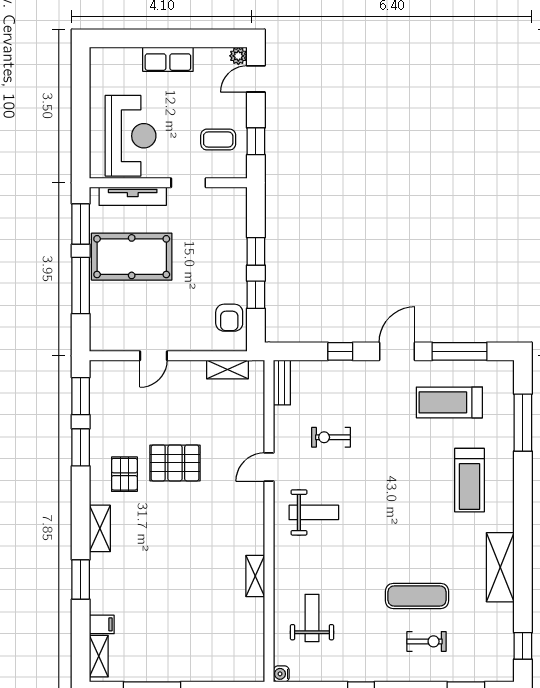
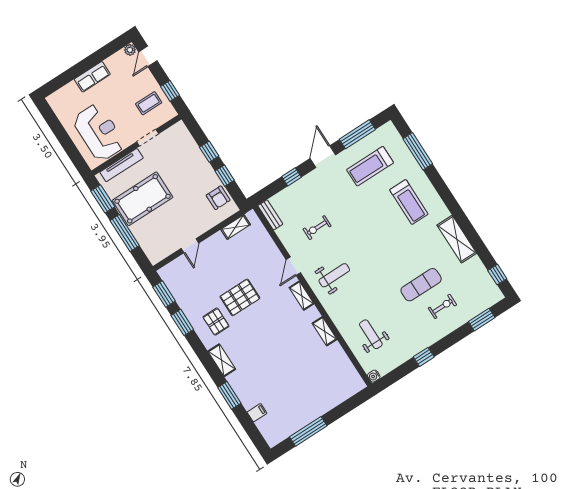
shelving: (99, 656) -> (302, 296), moved

